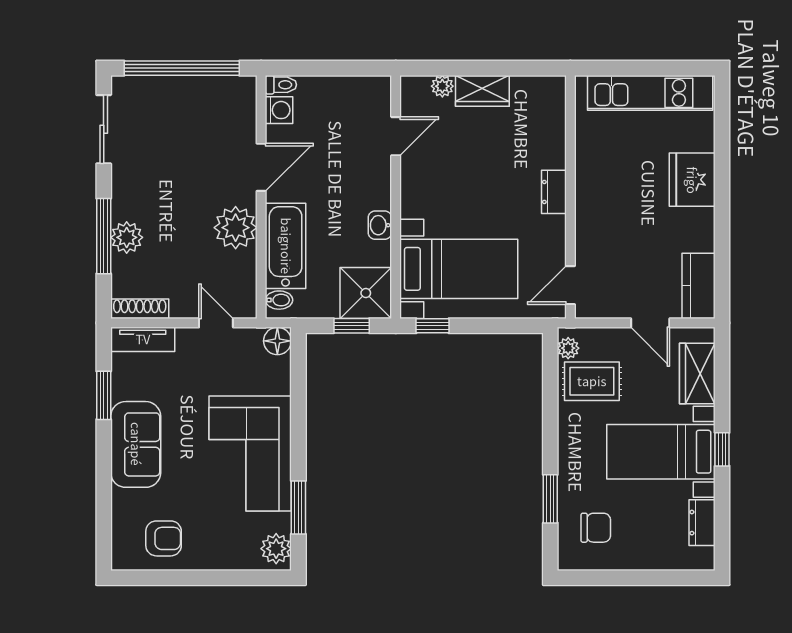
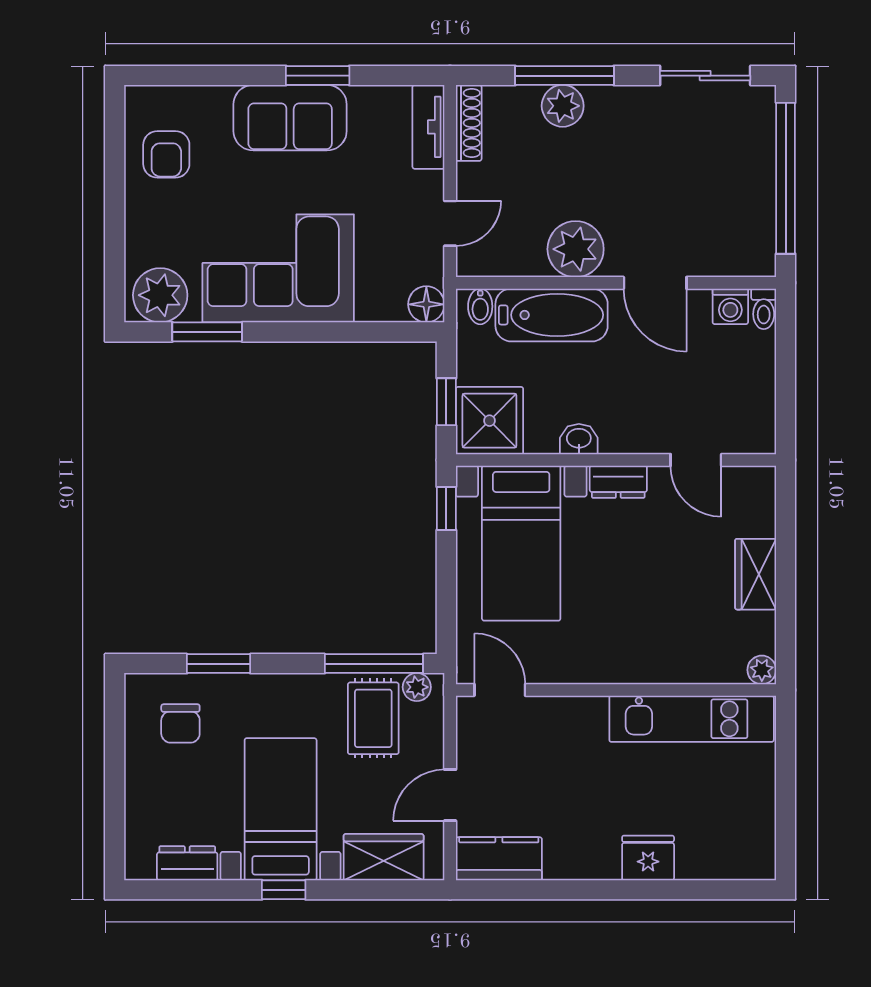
plant: (442, 86) -> (762, 670), moved
kitchen unit: (650, 93) -> (692, 719), moved, turned -90
fridge: (692, 180) -> (648, 858), width x0.73, depth x0.75
dresser: (554, 192) -> (618, 482), moved, turned 180
window: (550, 381) -> (374, 664), added
window: (104, 395) -> (318, 76), moved
plant: (276, 549) -> (160, 295), width x1.36, depth x1.36

